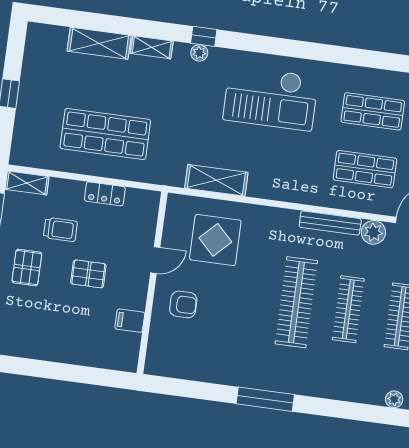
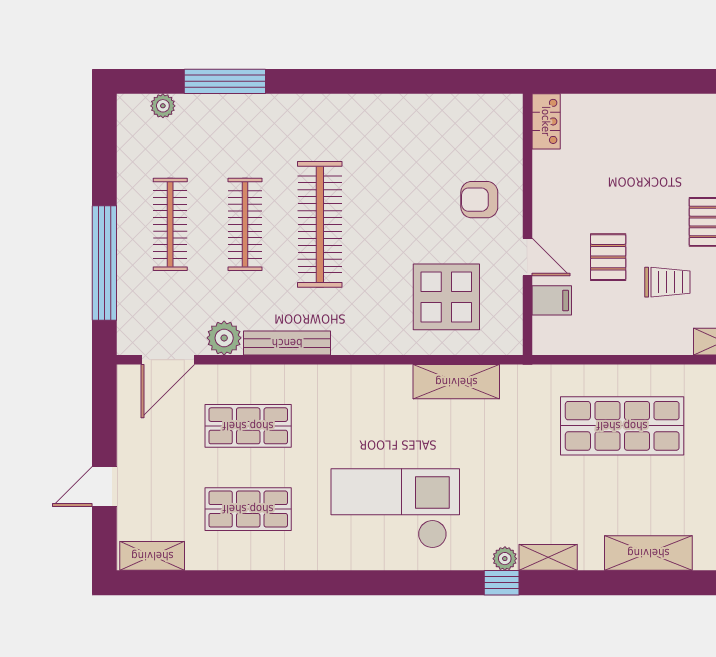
shelving: (152, 47) -> (548, 557), moved
locker: (105, 194) -> (546, 121), moved, turned 90
trolley: (60, 230) -> (667, 282), turned 180
door: (155, 260) -> (527, 257), swing flipped
pallet: (88, 274) -> (608, 257), moved, turned 90
filing cabinet: (130, 321) -> (552, 300), moved
window: (265, 399) -> (225, 81), moved

